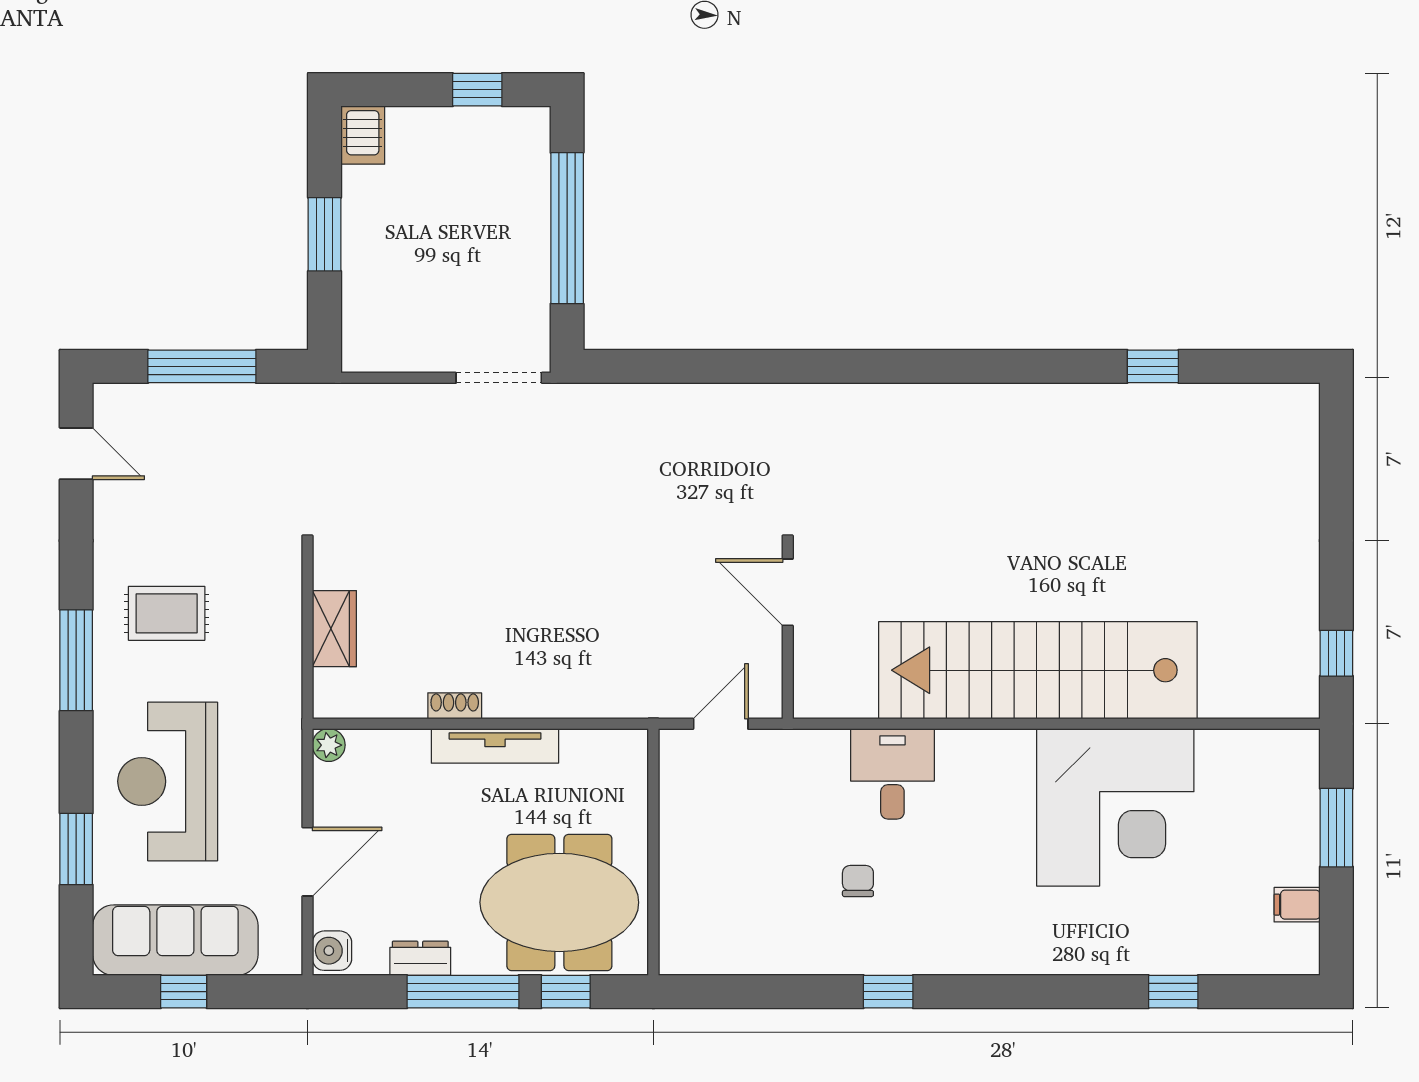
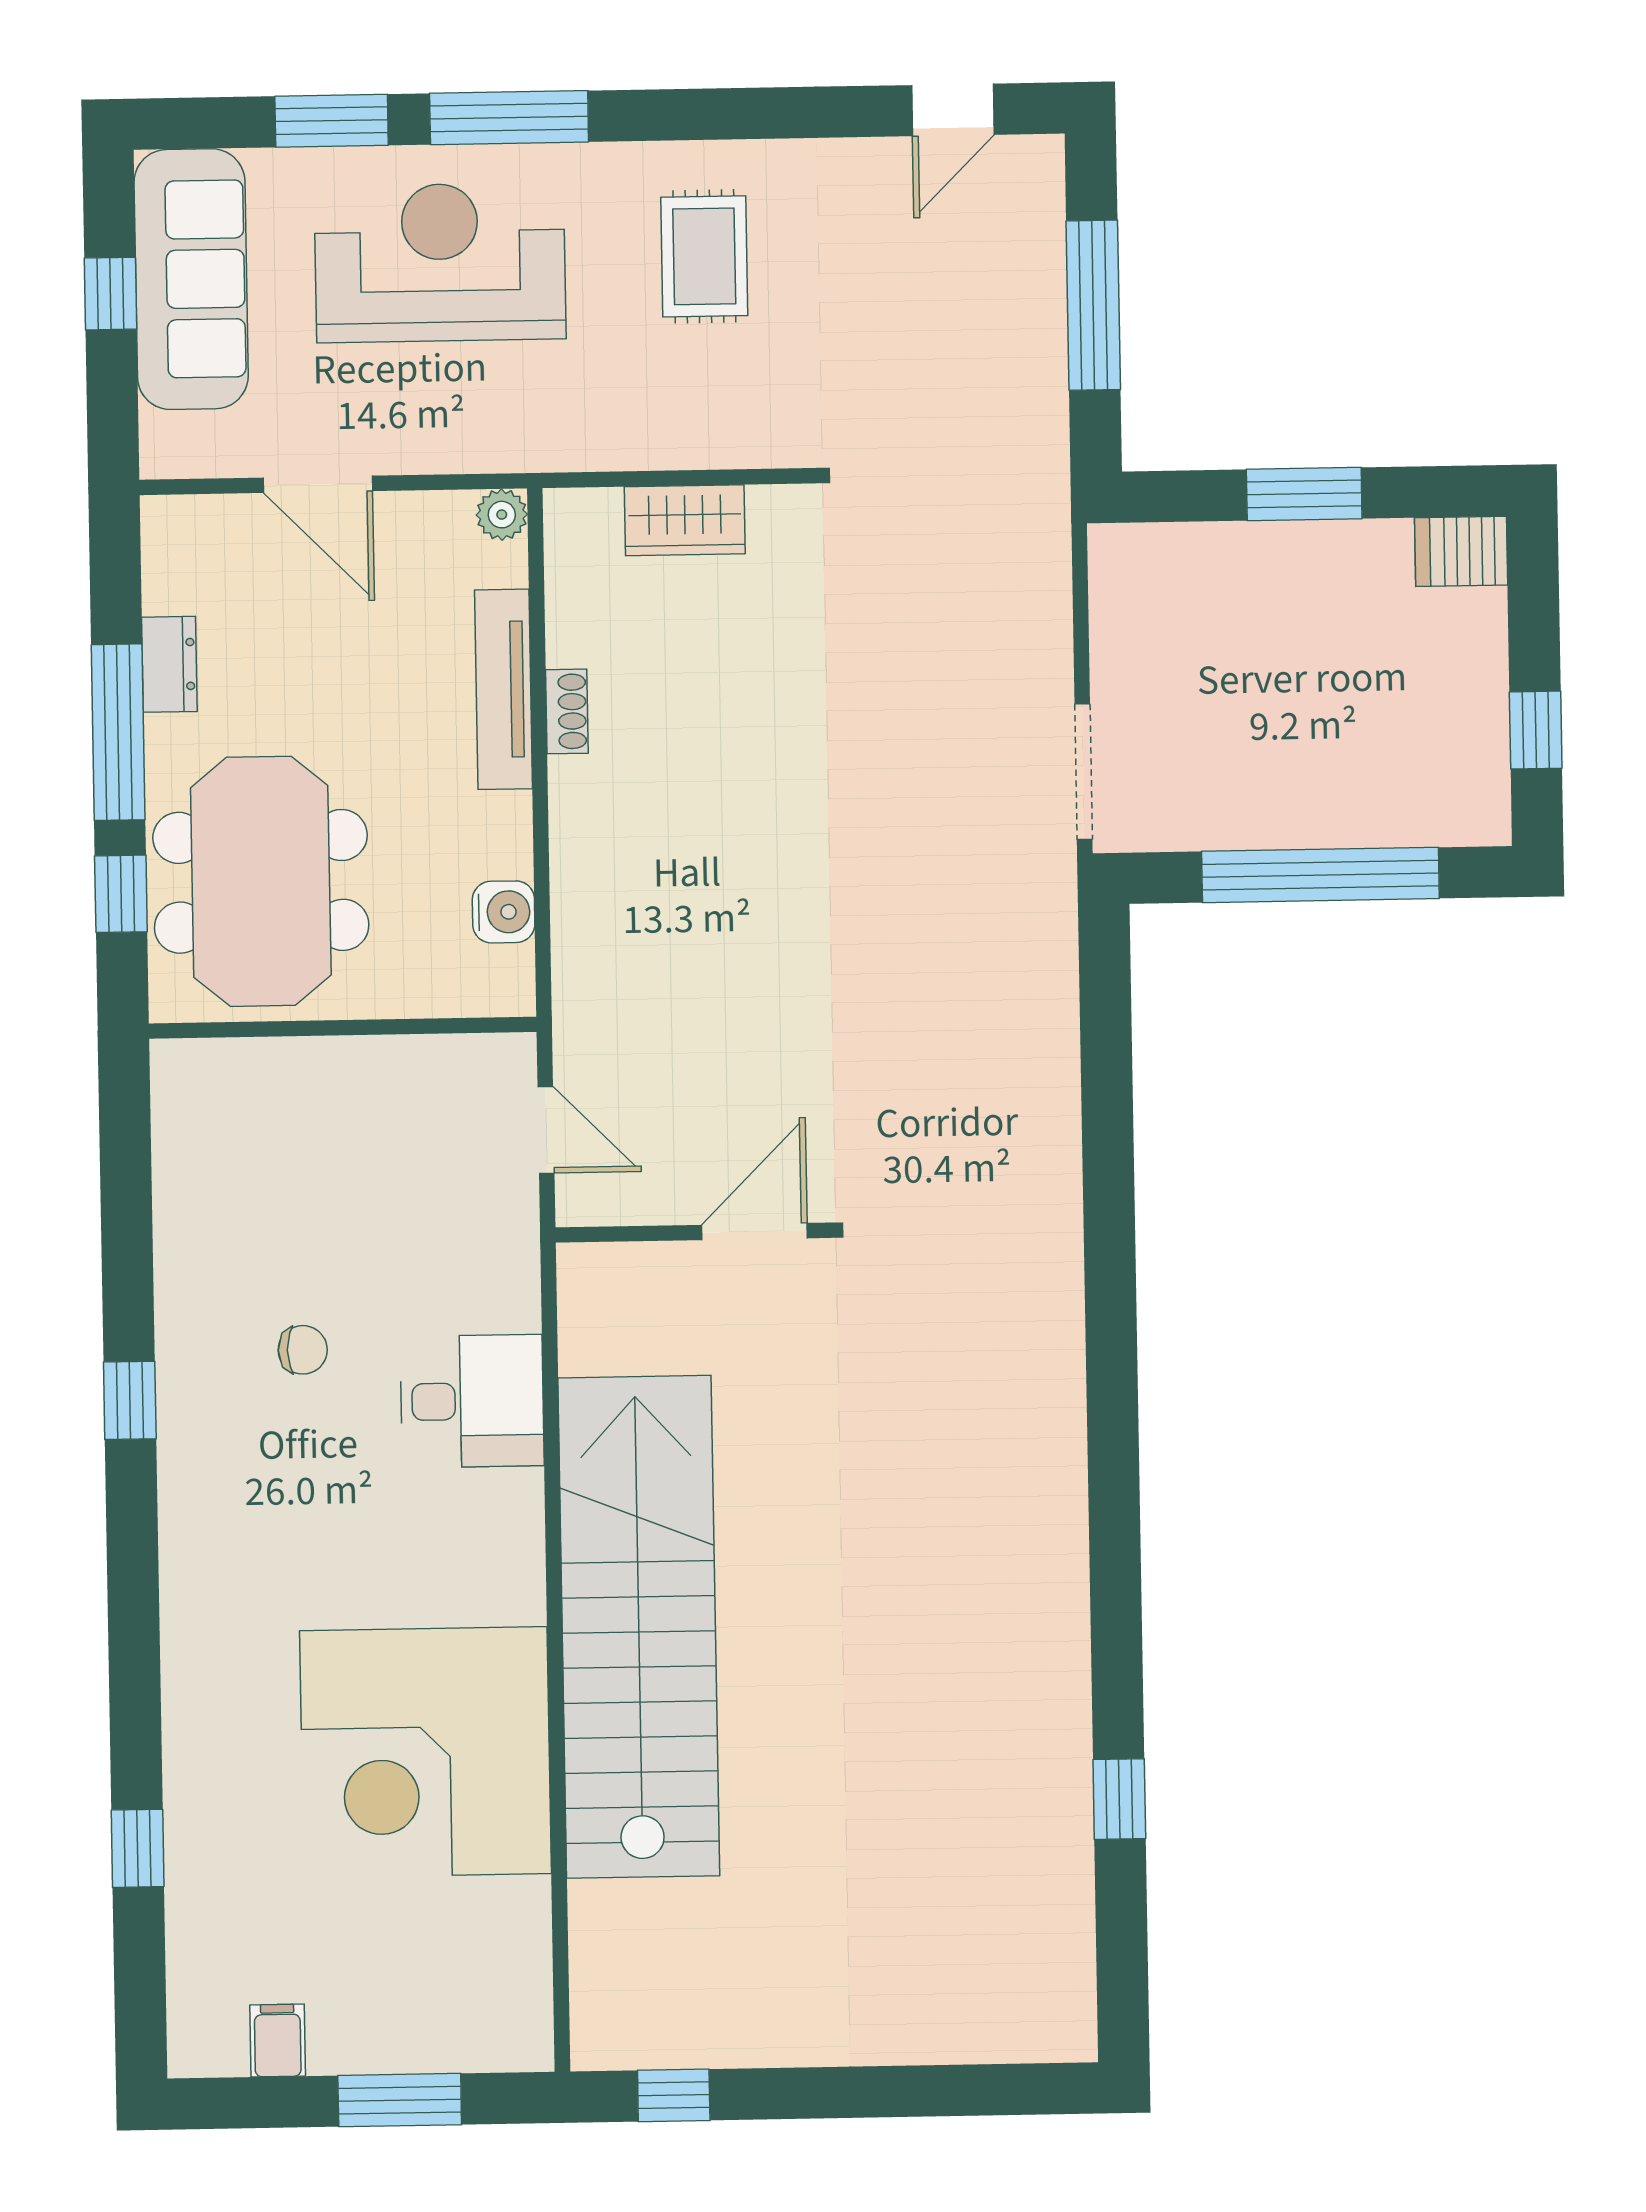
window: (76, 660) -> (509, 118), moved
tv unit: (495, 746) -> (504, 689), moved
water cooler: (332, 951) -> (504, 912), moved, turned 90

